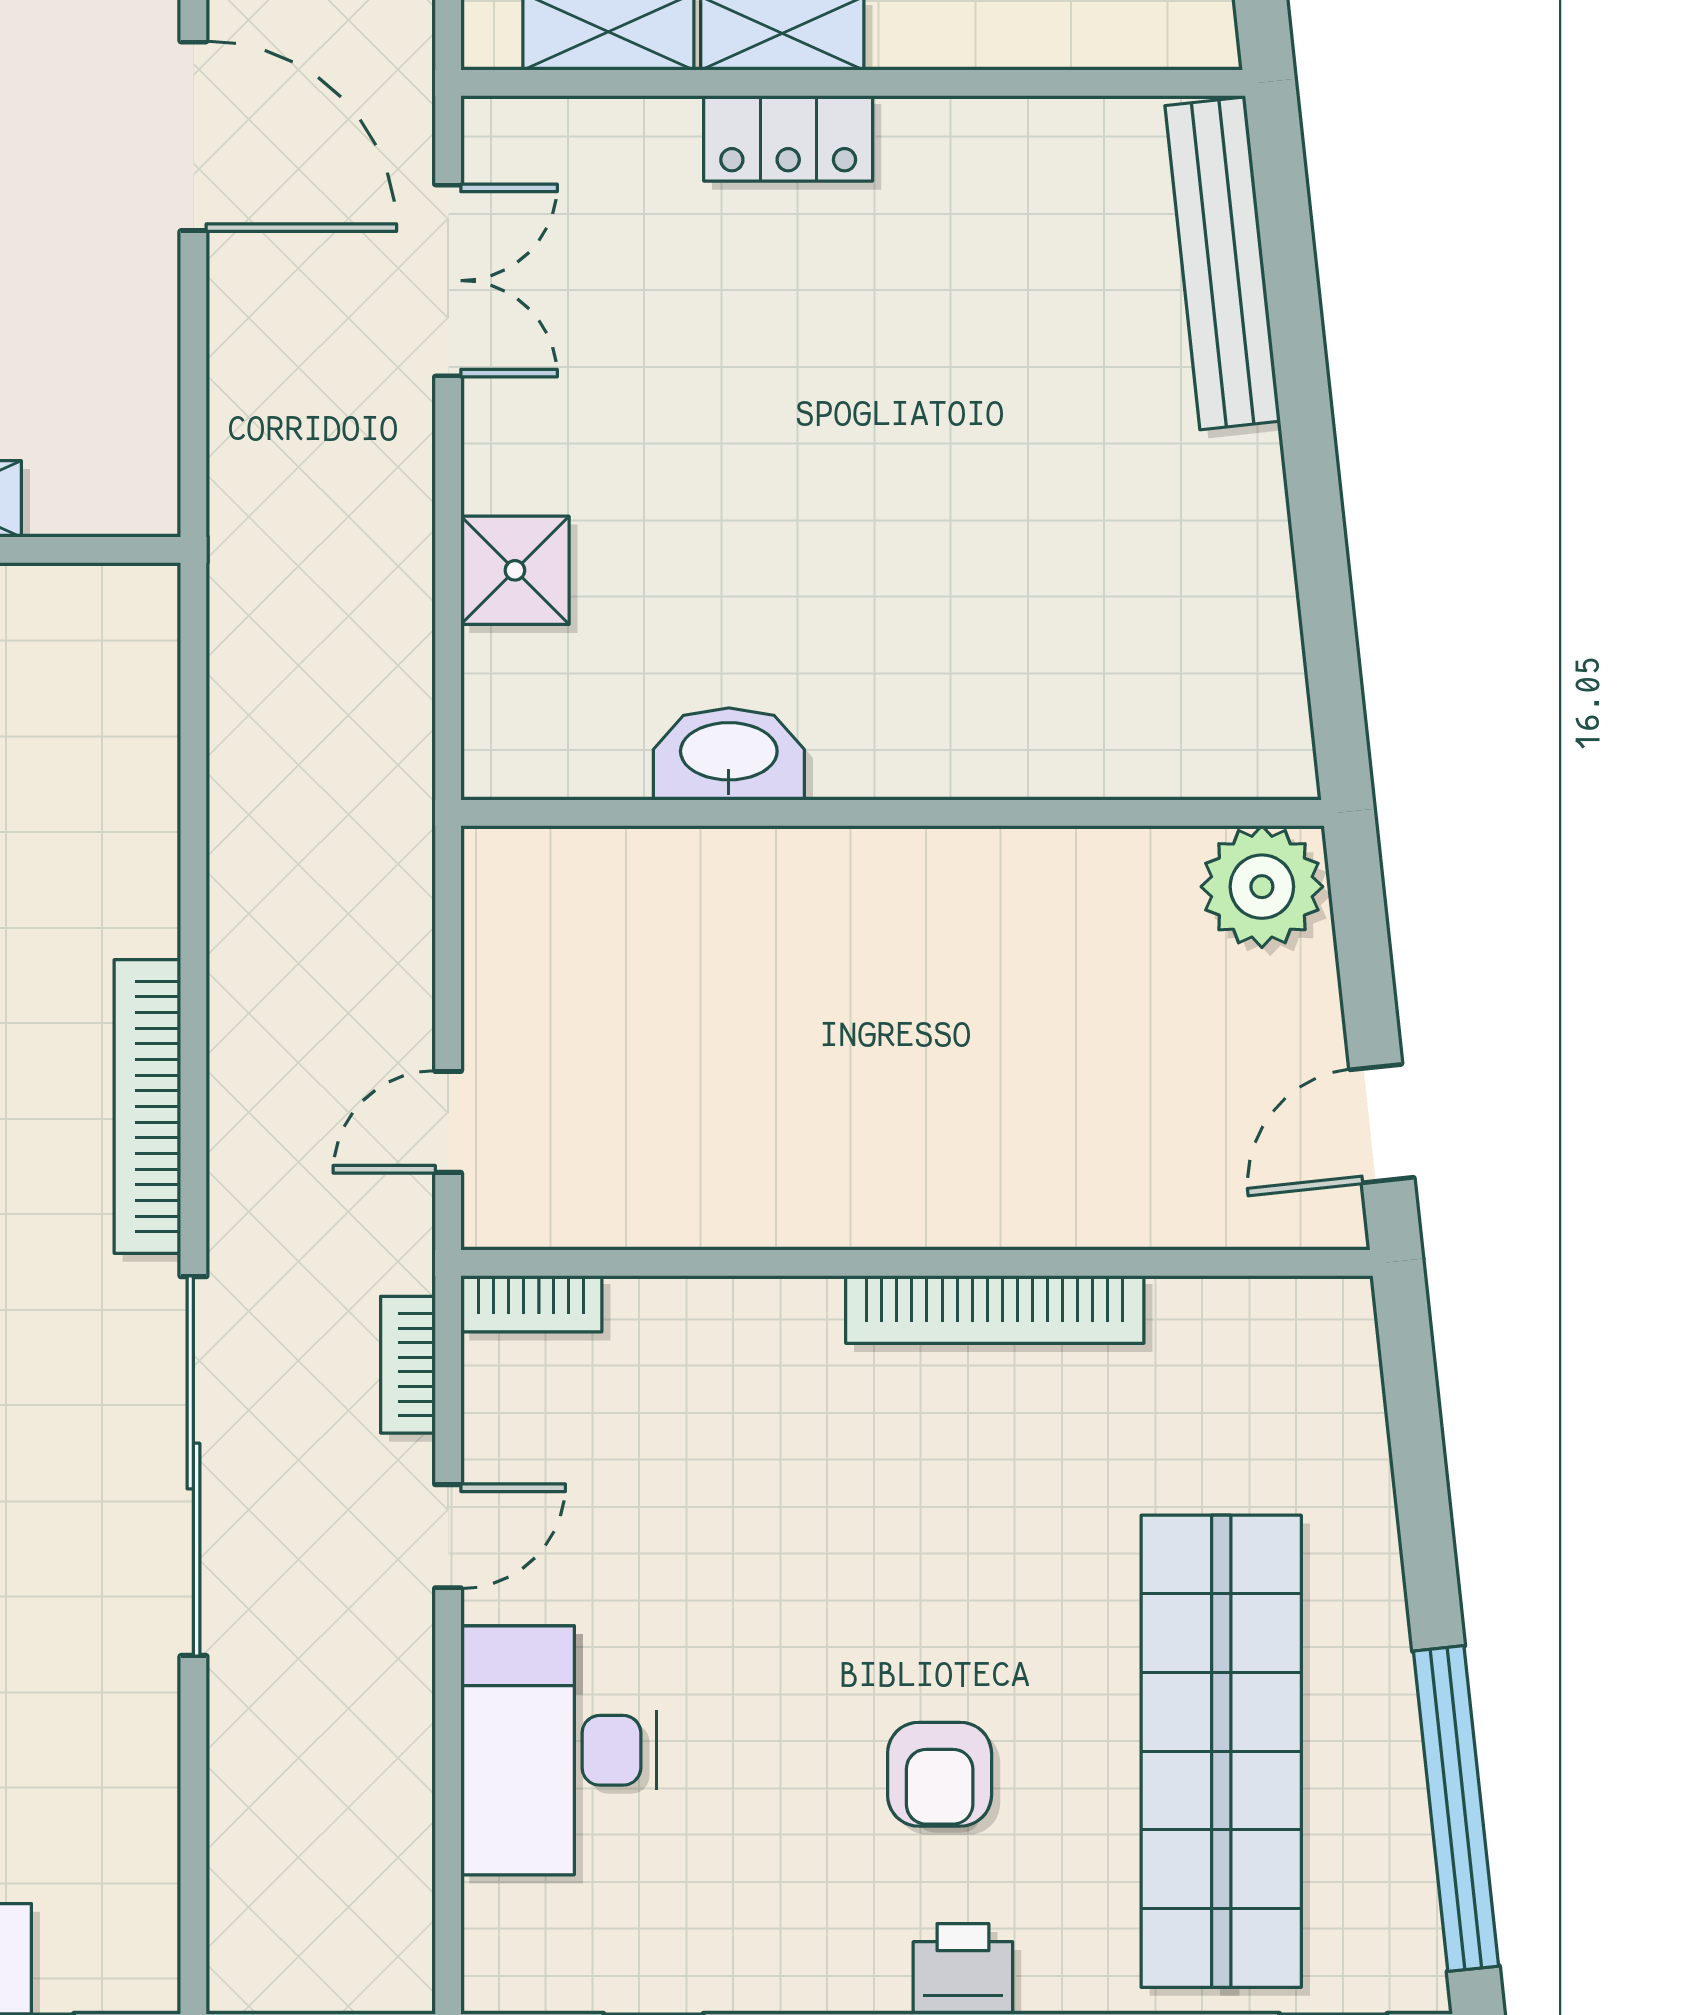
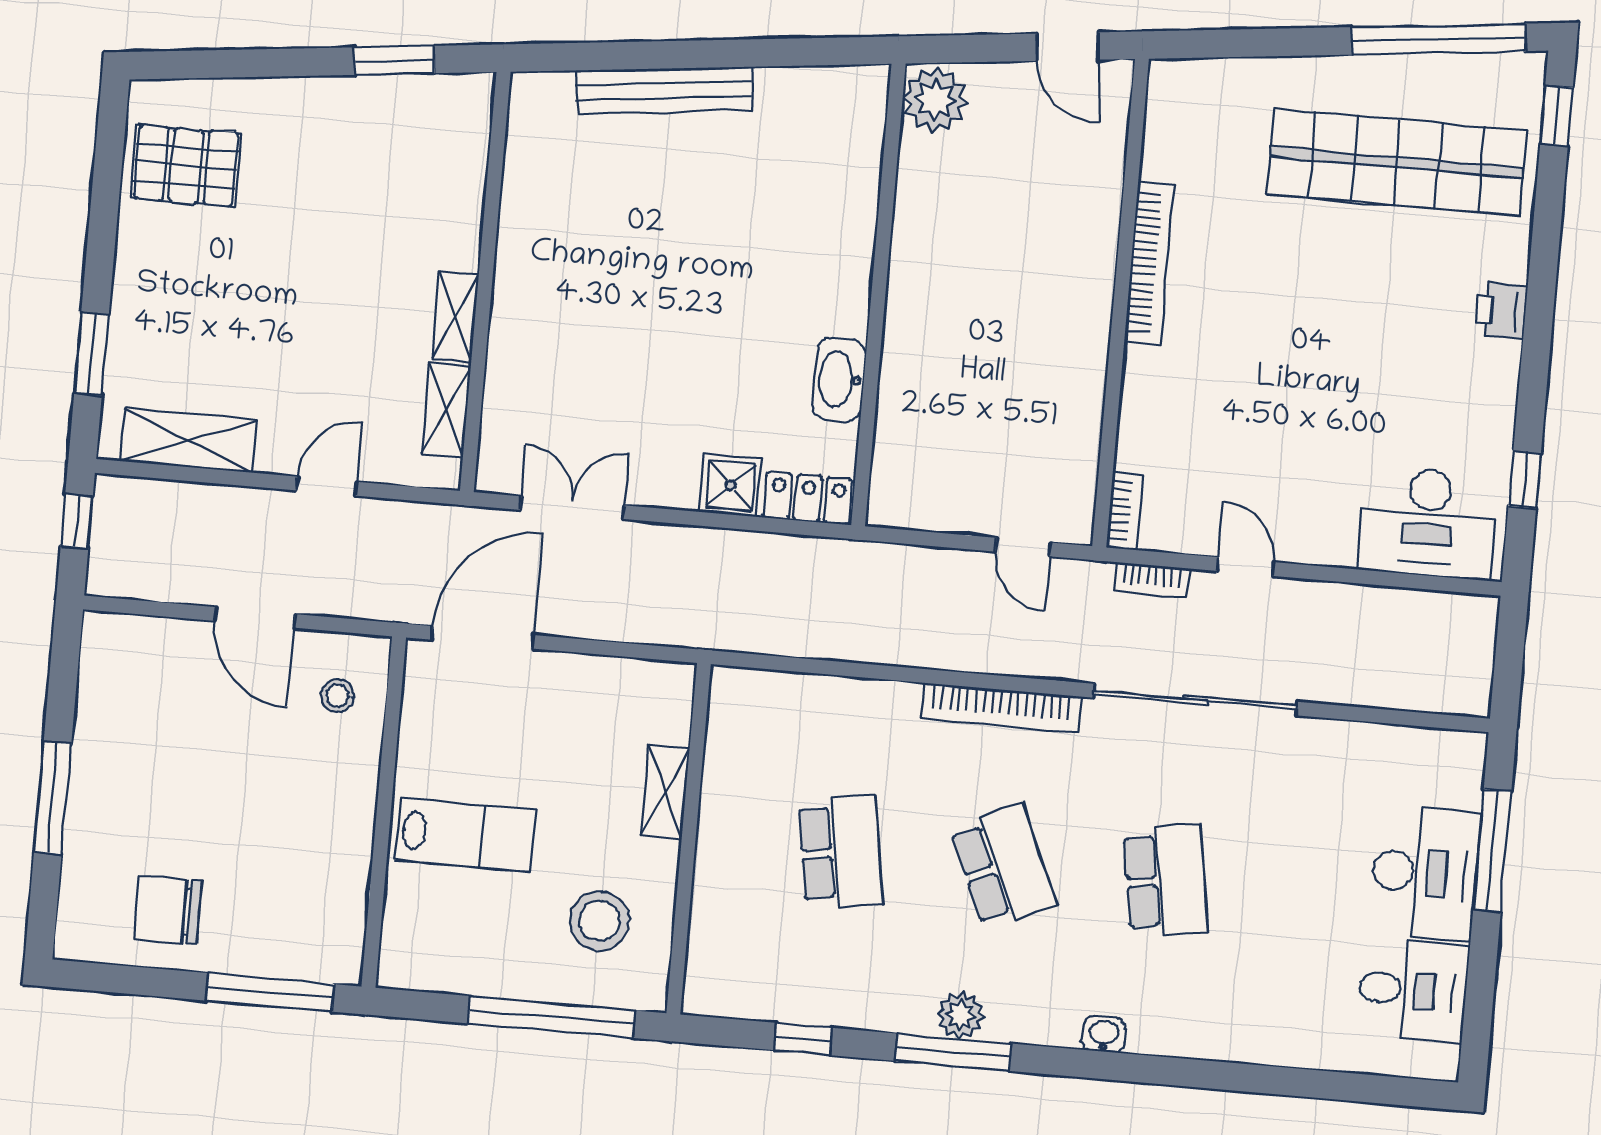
locker: (788, 138) -> (808, 498), moved, turned -90
bench: (1223, 263) -> (664, 90), moved
desk: (559, 1750) -> (1428, 523), moved
armchair: (940, 1774) -> (1396, 314), removed

